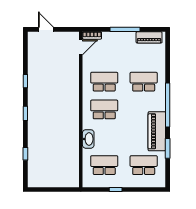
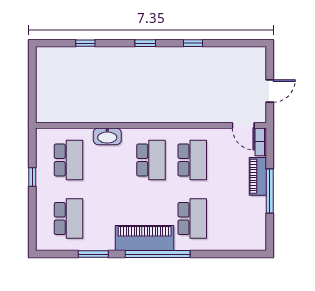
door: (46, 29) -> (270, 91), moved
piano: (149, 37) -> (258, 176), moved
piano: (157, 131) -> (145, 238), moved

